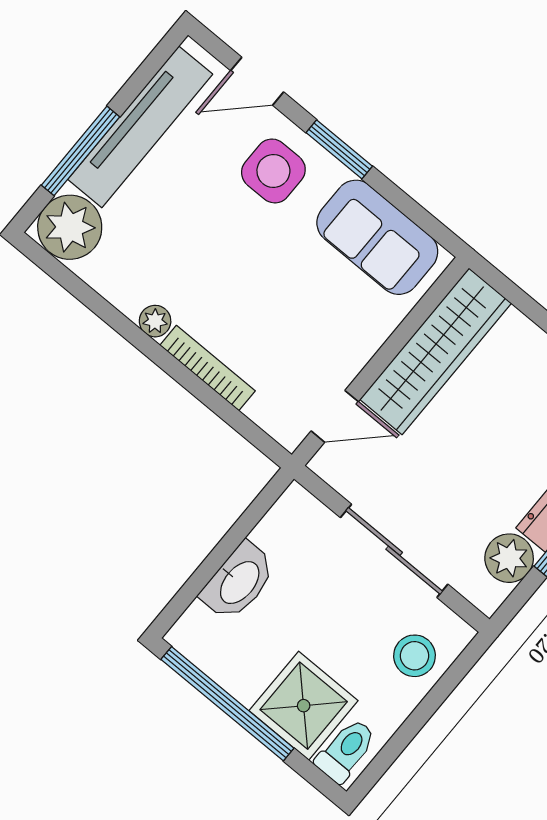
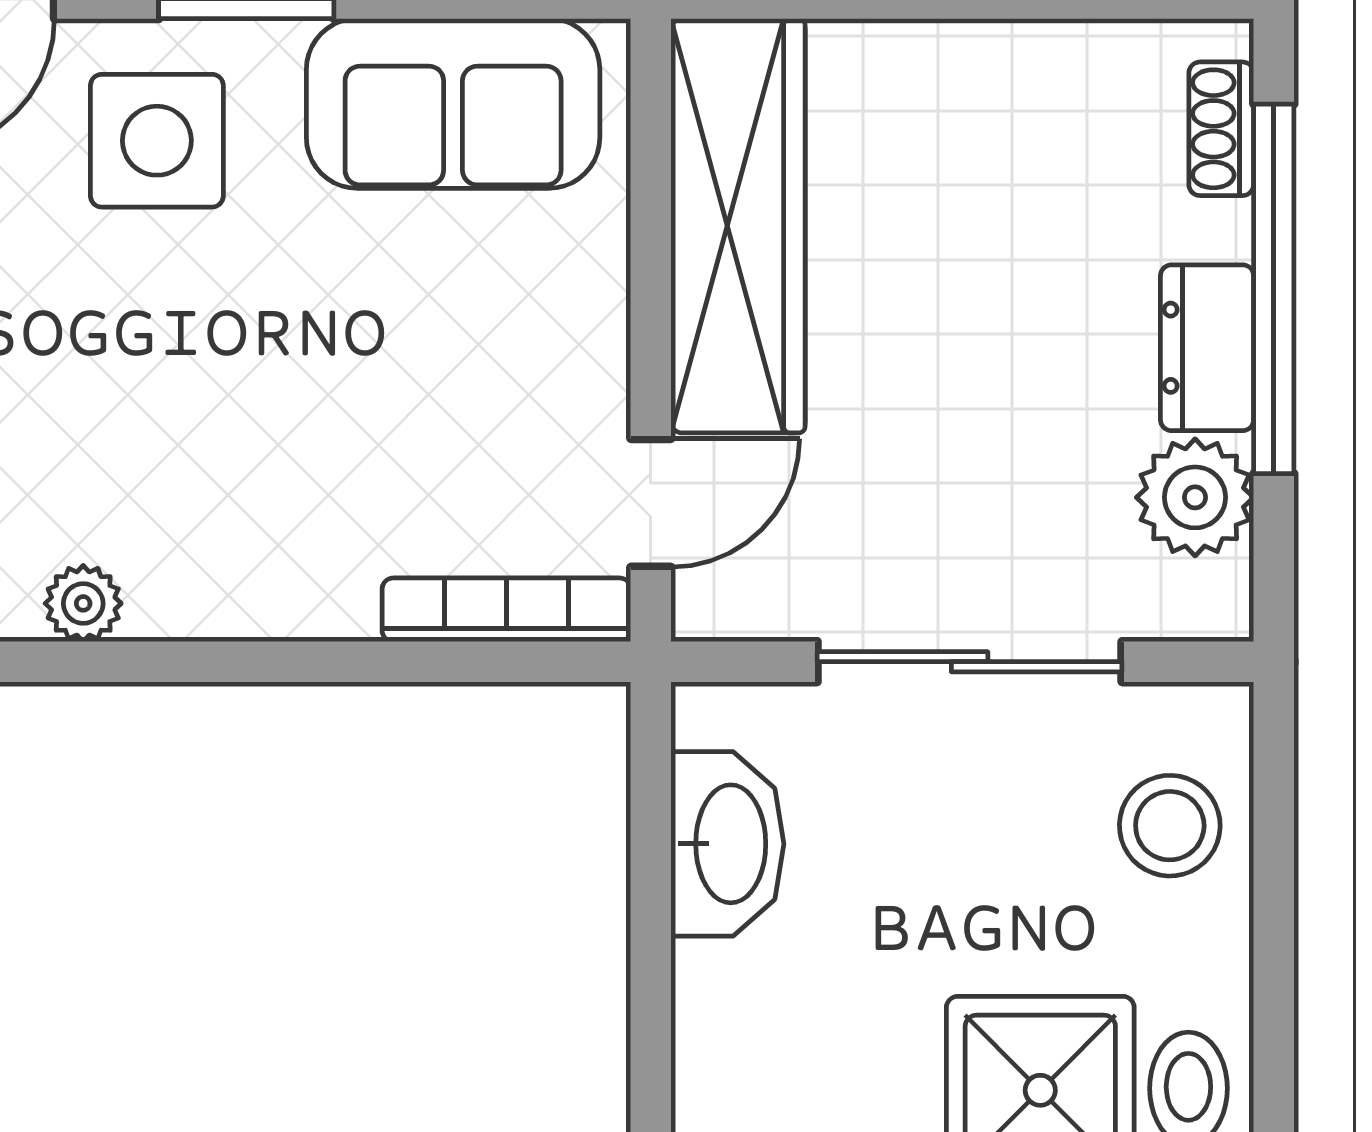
plant: (155, 321) -> (83, 603), moved
bookcase: (208, 368) -> (506, 610), moved
washbasin: (239, 582) -> (727, 844), moved

